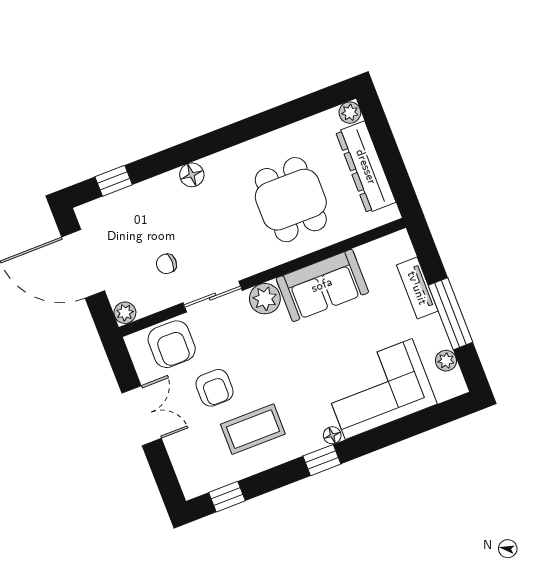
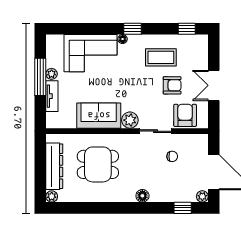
dining table: (291, 200) -> (98, 164), turned 90
plant: (125, 313) -> (202, 196), moved
plant: (446, 361) -> (52, 74), moved
armchair: (214, 388) -> (172, 85), turned 90

